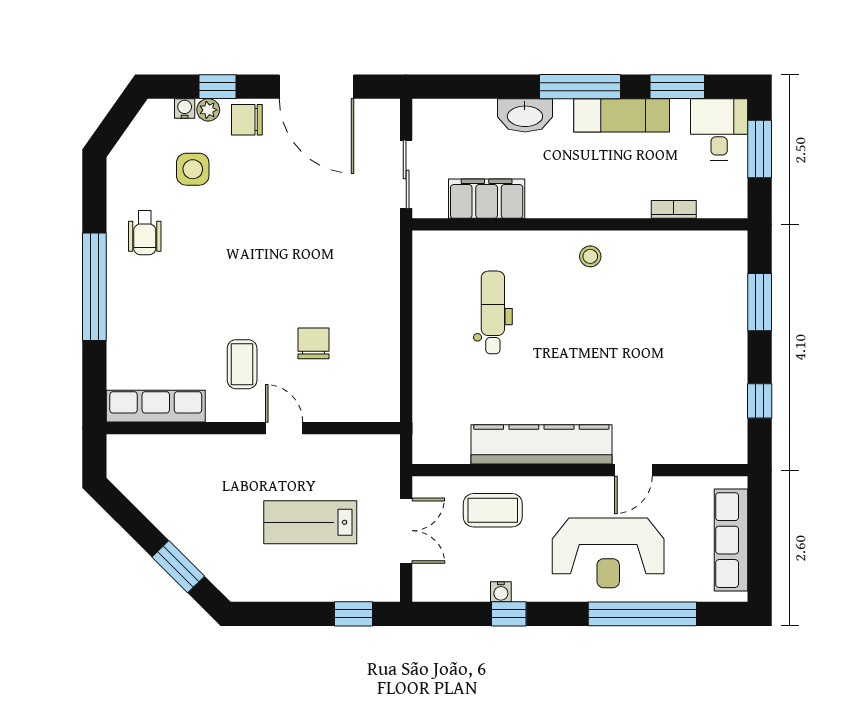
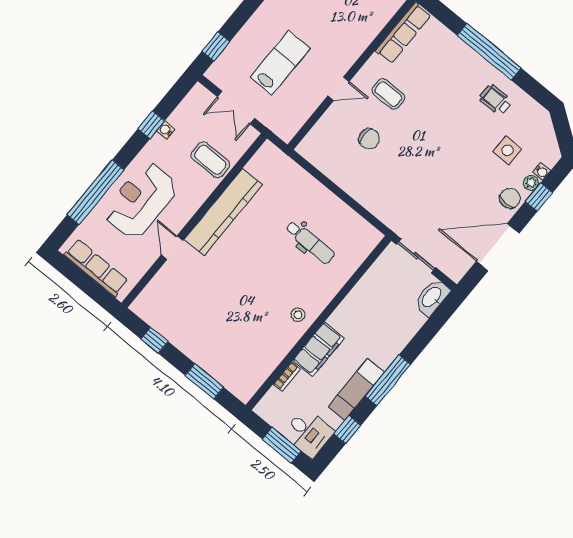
window: (677, 87) -> (347, 429), width x0.67
washbasin: (525, 115) -> (432, 297), moved
filing cabinet: (487, 199) -> (318, 349), moved
coffee table: (493, 510) -> (210, 160), turned 90

